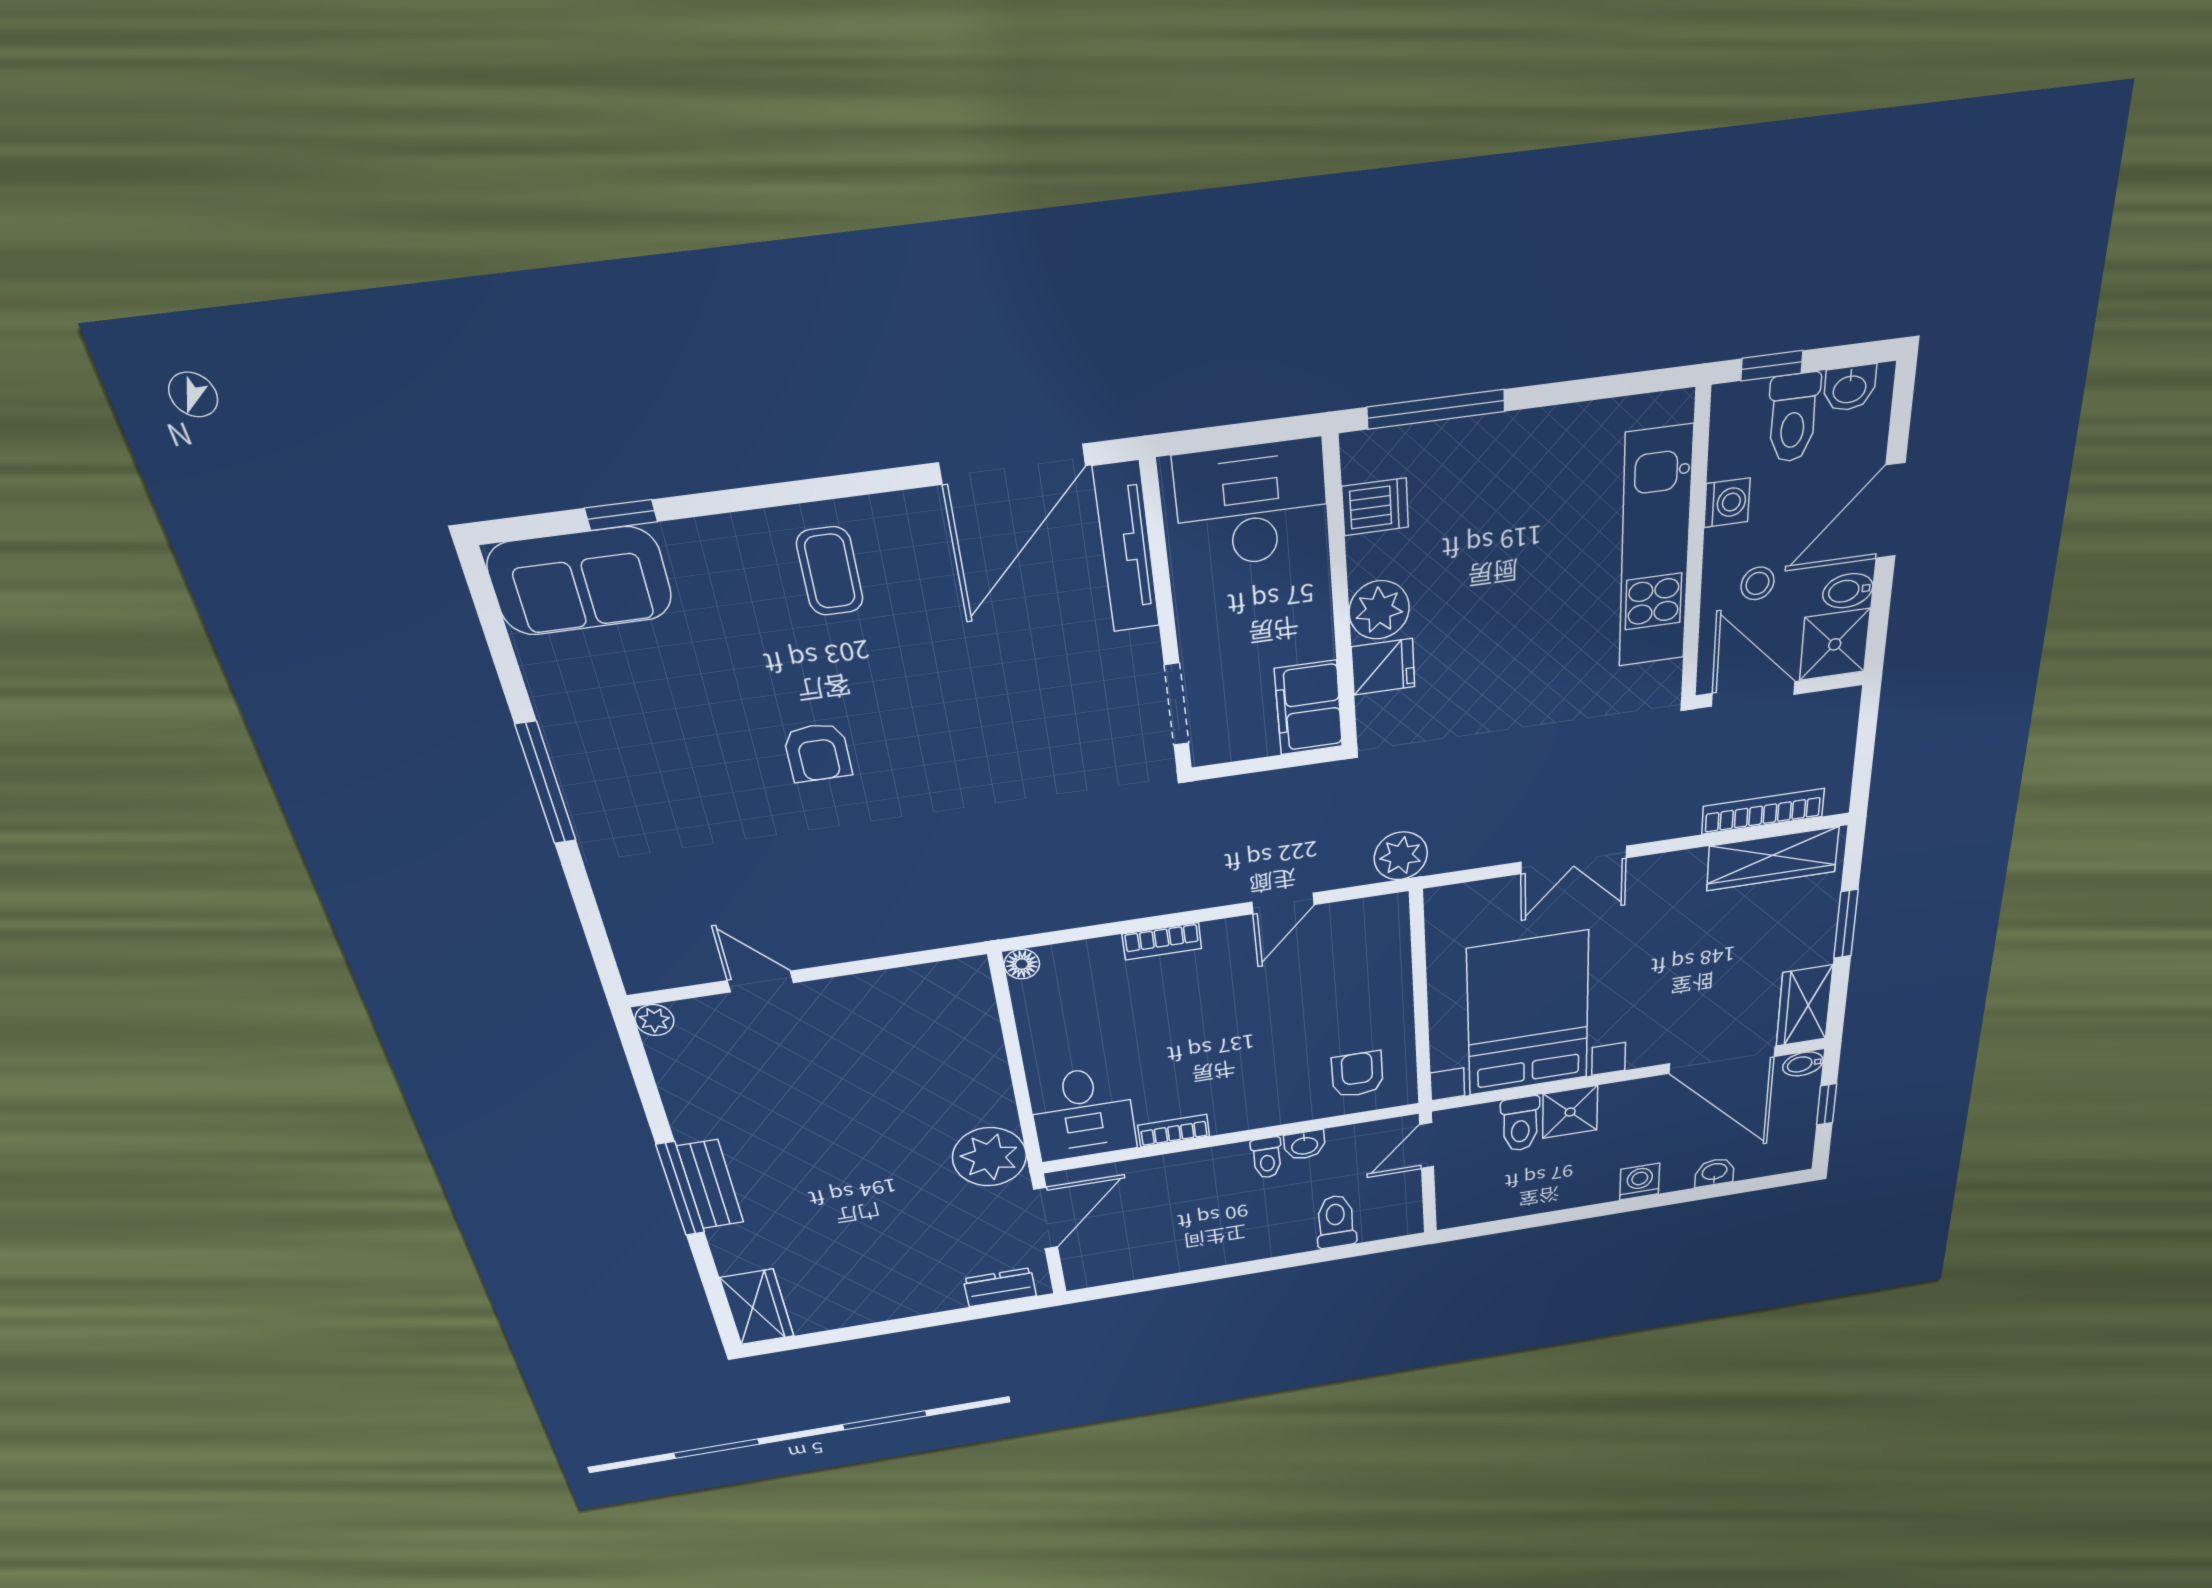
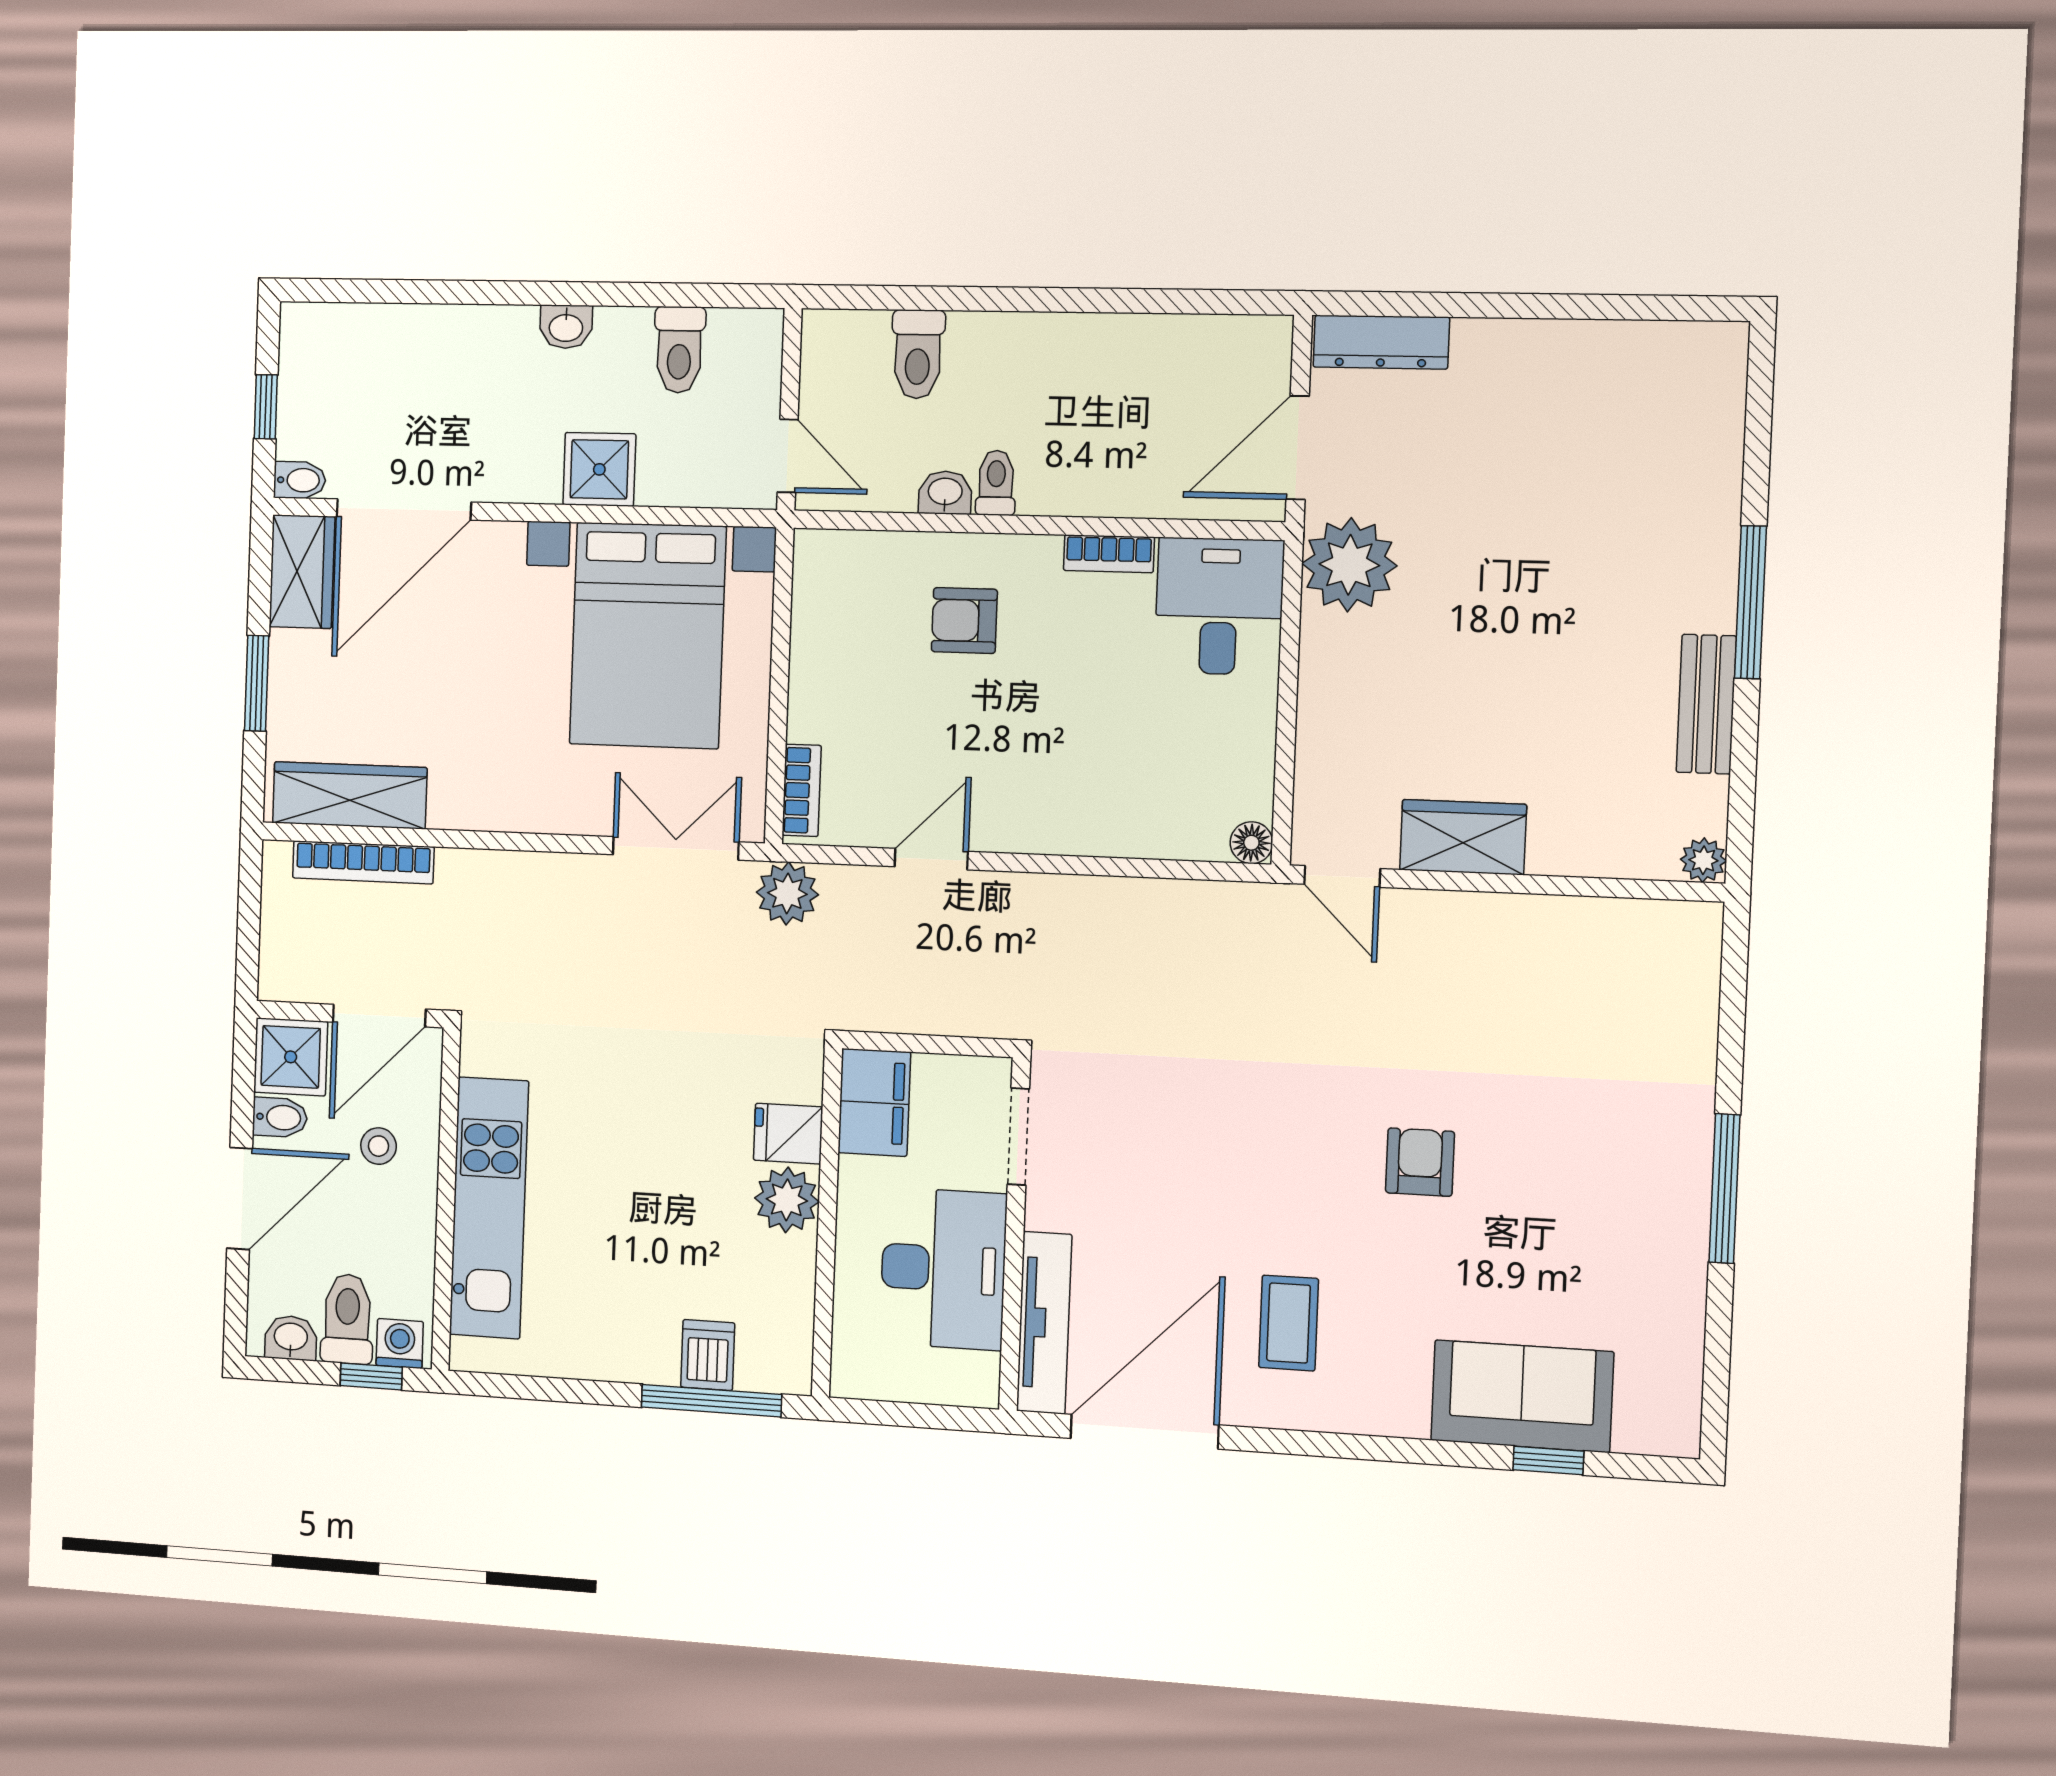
washing machine: (1727, 503) -> (400, 1344), moved, turned 90
desk: (1252, 504) -> (943, 1269), moved, turned -90
dishwasher: (1375, 507) -> (708, 1355), moved, turned 90
coffee table: (830, 571) -> (1289, 1323), moved
sofa: (580, 581) -> (1522, 1396), moved
door: (1753, 694) -> (379, 1016), hinge flipped
double door: (1574, 860) -> (676, 848), moved
bookcase: (1162, 941) -> (802, 790), moved, turned 90
door: (761, 982) -> (1342, 876), moved
door: (1722, 1060) -> (404, 509), swing flipped
armchair: (1357, 1074) -> (964, 621), moved, turned 90
toilet: (1520, 1124) -> (679, 350), moved, turned 180
door: (1427, 1146) -> (788, 456), hinge flipped
washbasin: (1715, 1172) -> (566, 327), moved
washing machine: (1640, 1182) -> (510, 331), removed
bench: (710, 1184) -> (1706, 704), moved
dresser: (1000, 1287) -> (1381, 342), width x1.44
wardrobe: (757, 1307) -> (1463, 837), moved, turned 90

